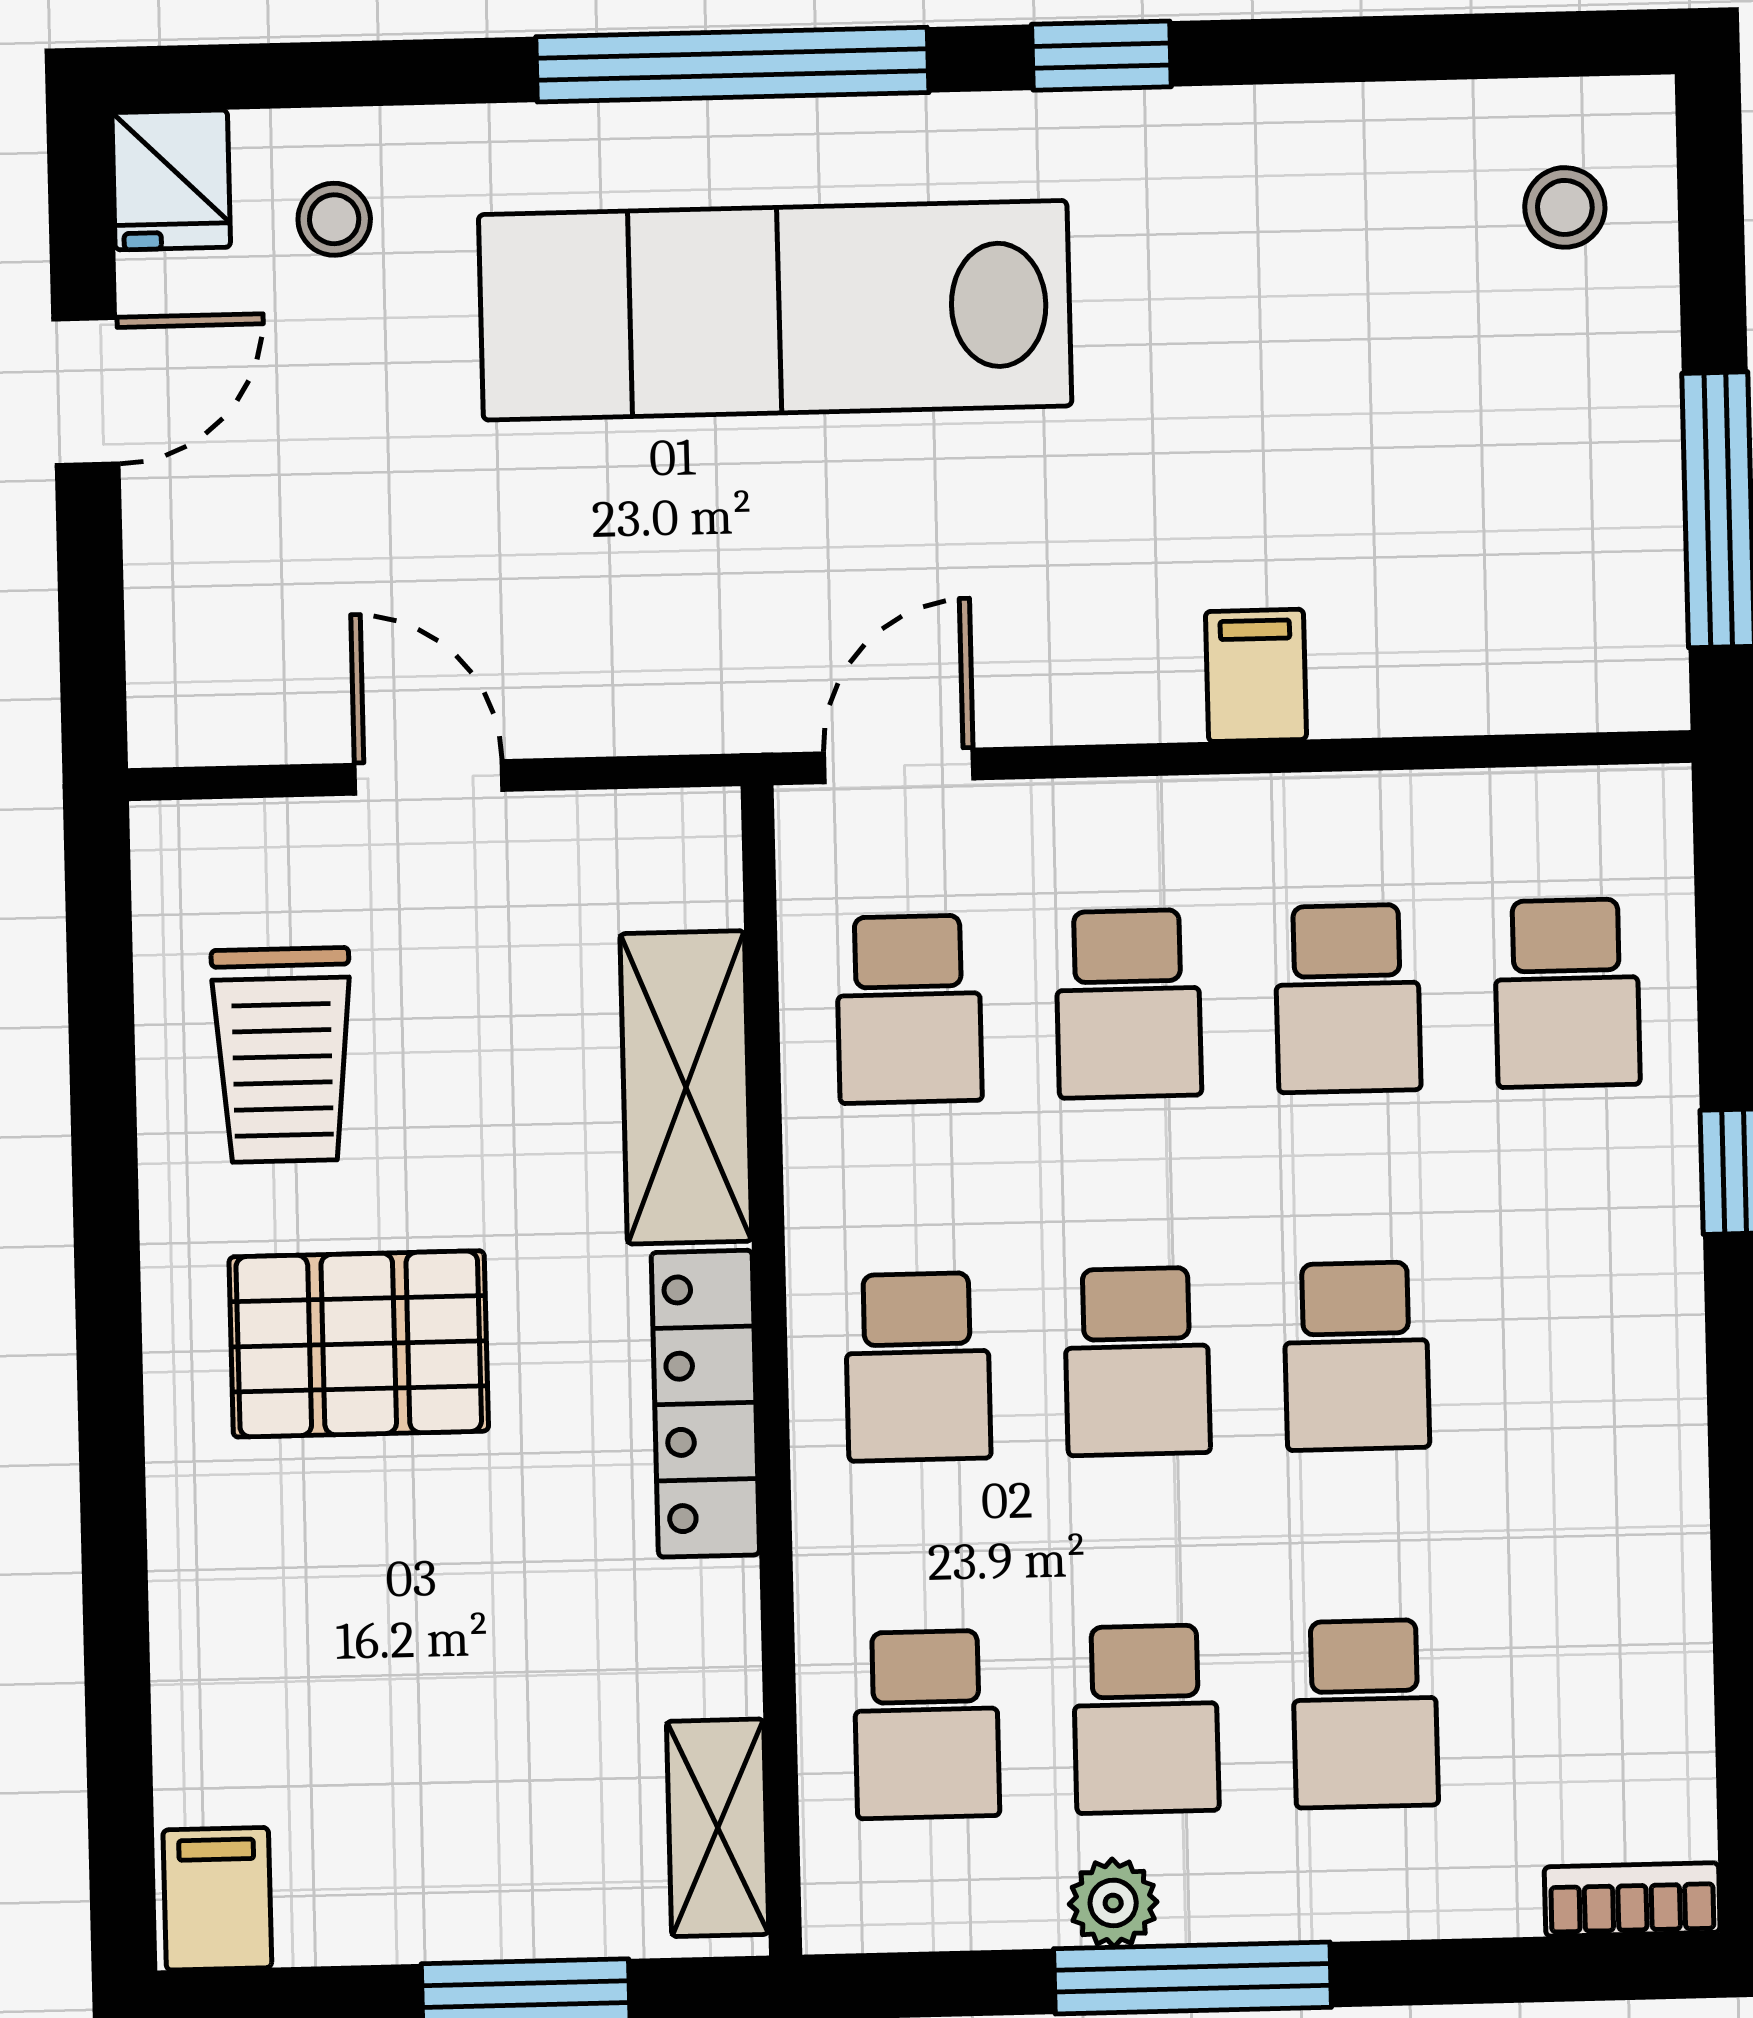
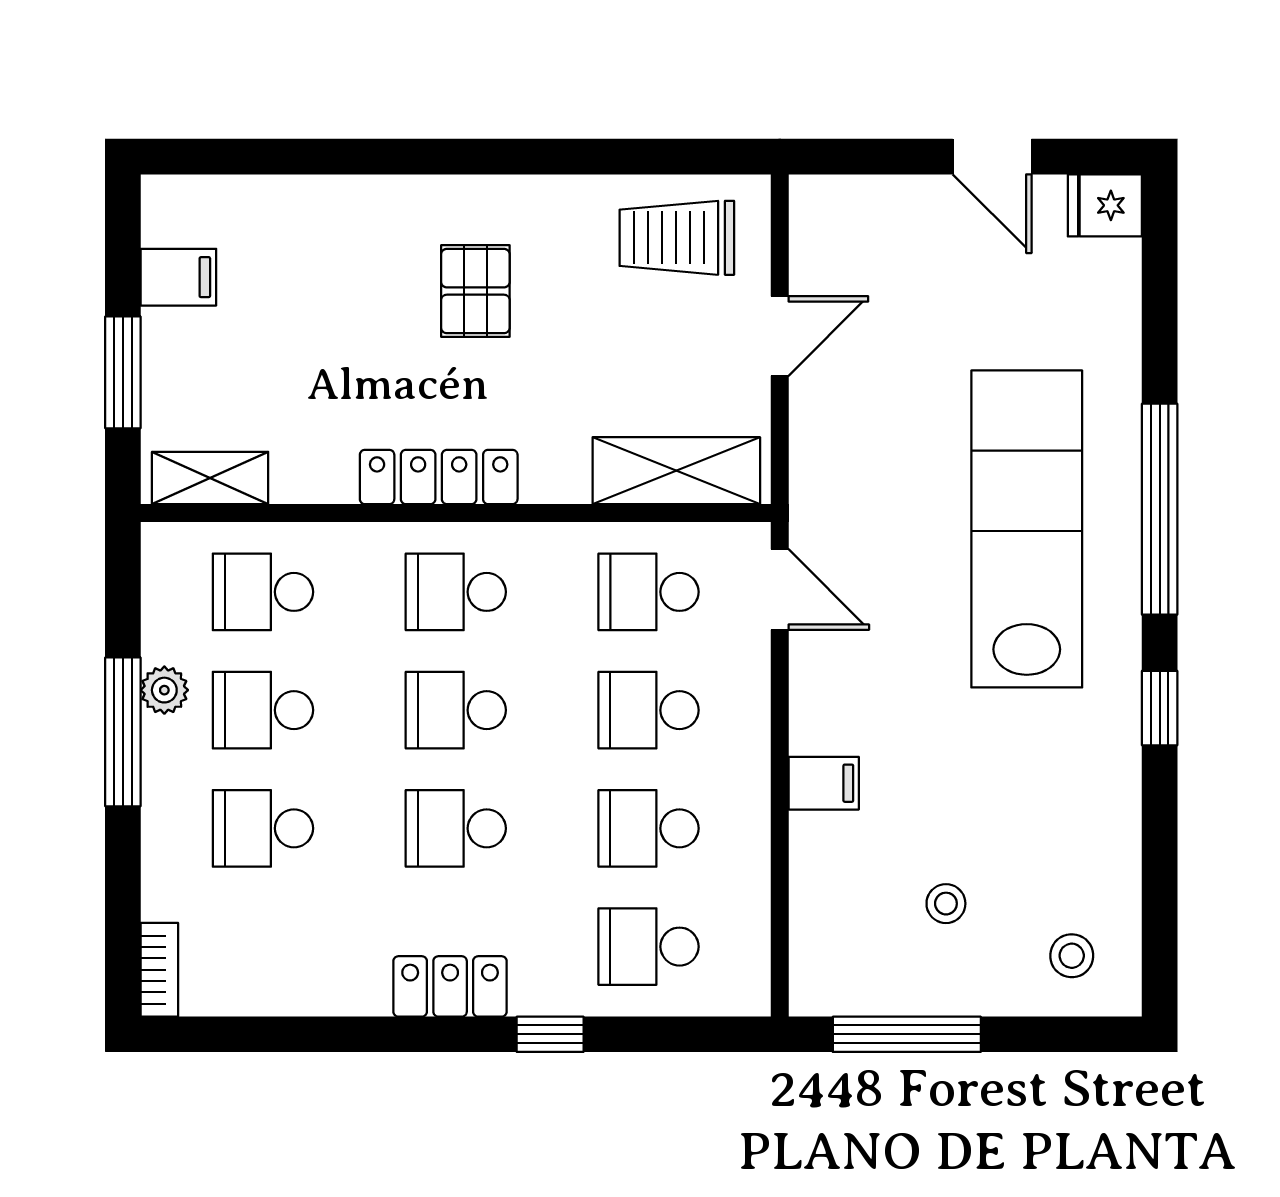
stool: (334, 219) -> (946, 904), moved
trolley: (282, 1055) -> (677, 238), moved
shelving: (686, 1087) -> (676, 471), moved
pallet: (359, 1344) -> (475, 291), width x0.67, depth x0.71
locker: (1650, 1359) -> (450, 986), added
filing cabinet: (217, 1899) -> (178, 277), moved

